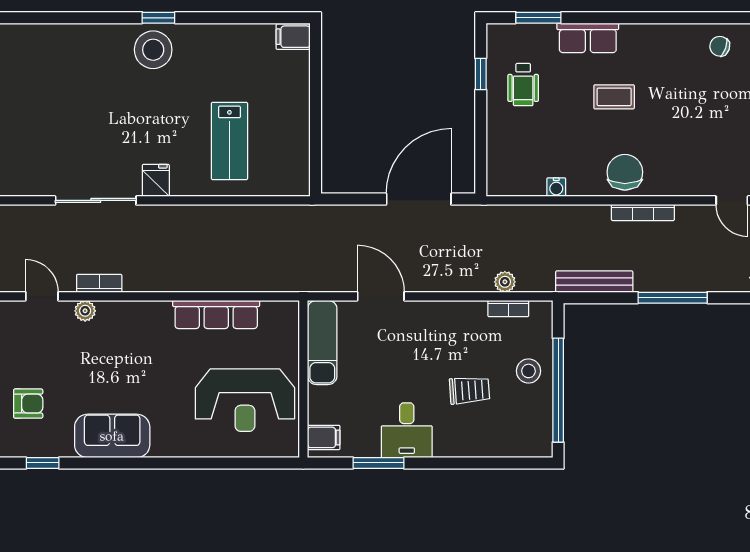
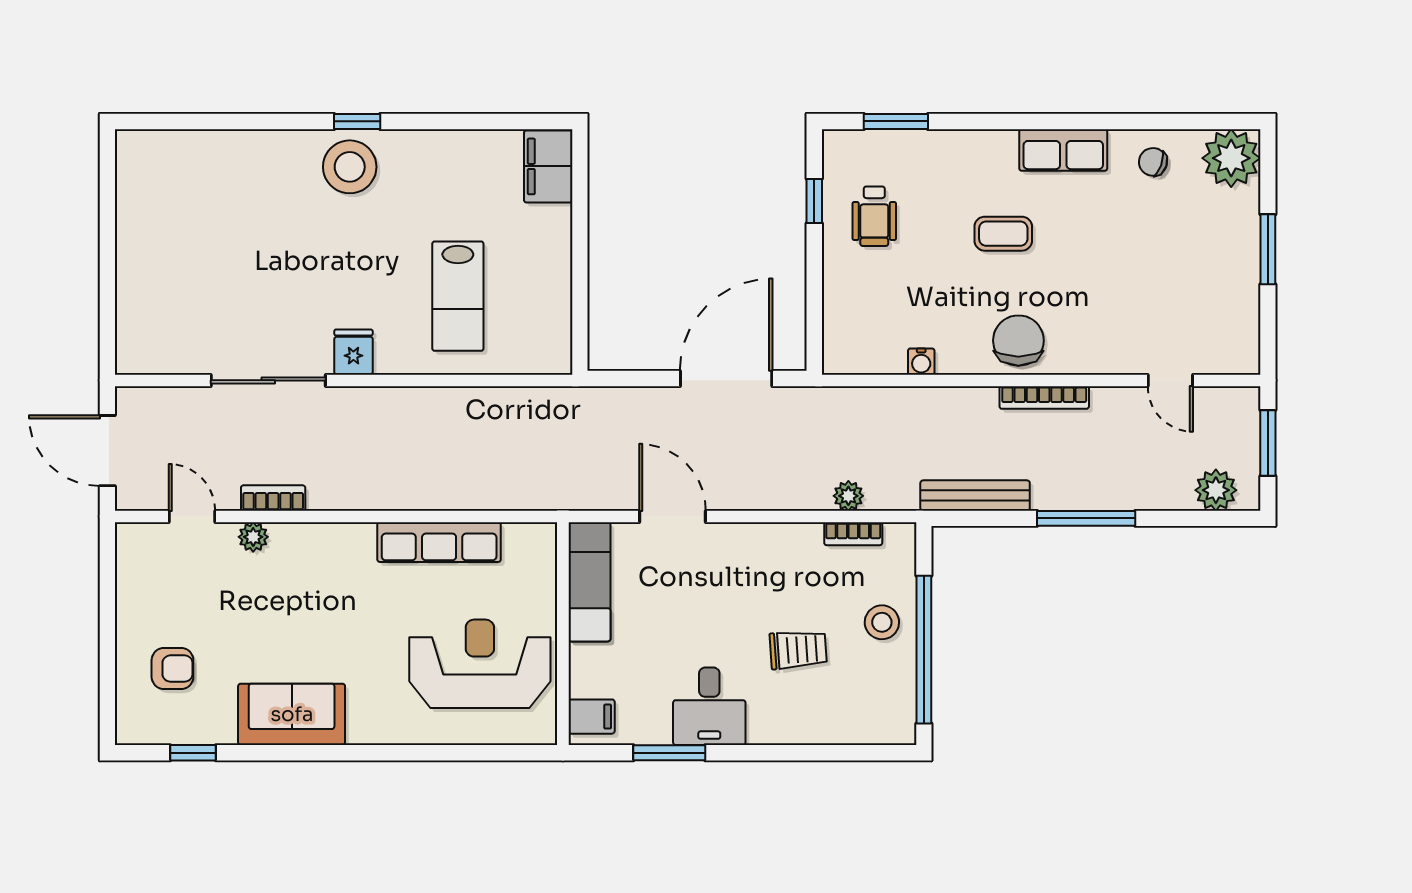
filing cabinet: (293, 37) -> (548, 166), width x2.00
row of seats: (588, 38) -> (1063, 150), moved
reception desk: (245, 400) -> (480, 664), turned 180

